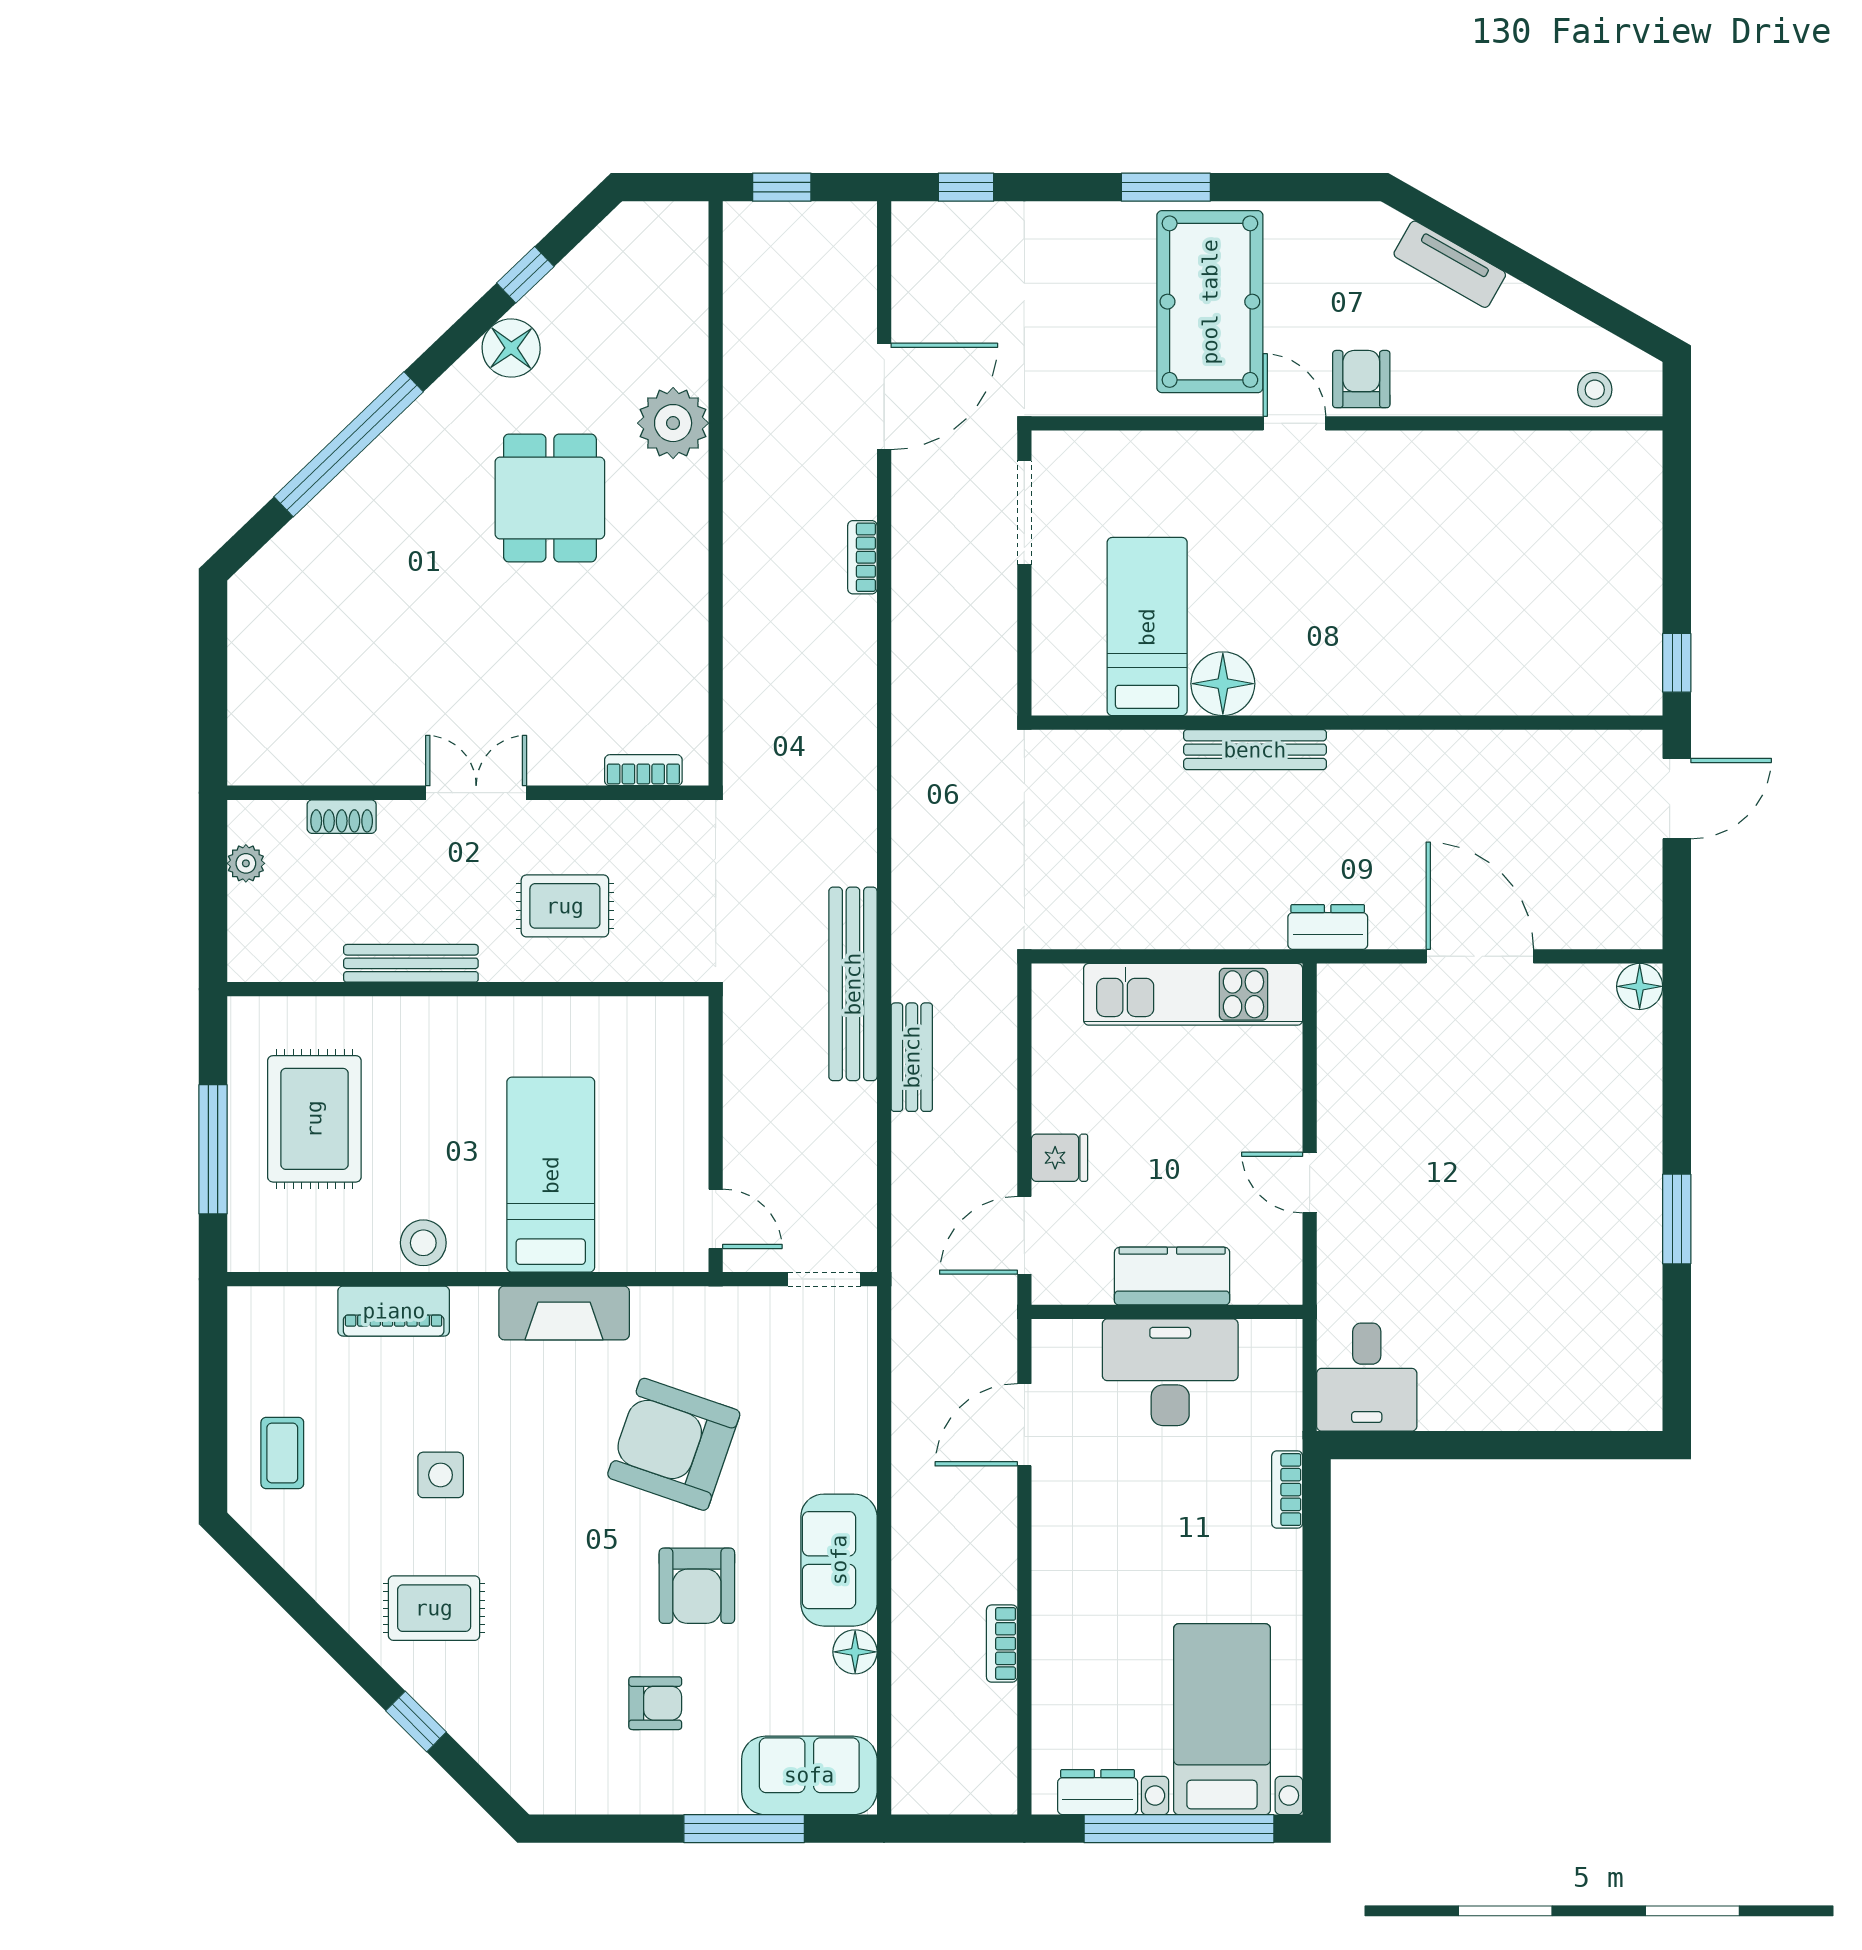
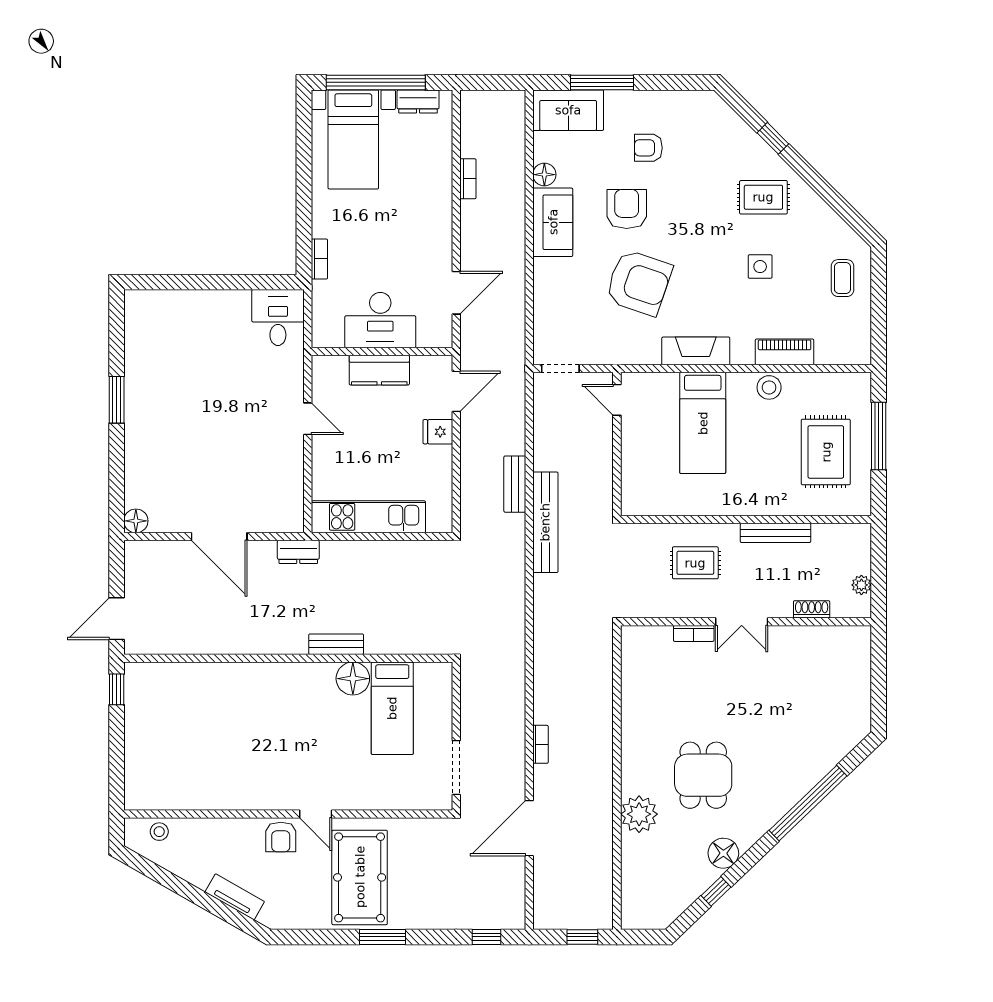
bench: (1255, 750) -> (336, 644), width x0.73
bookcase: (643, 770) -> (694, 633), moved

